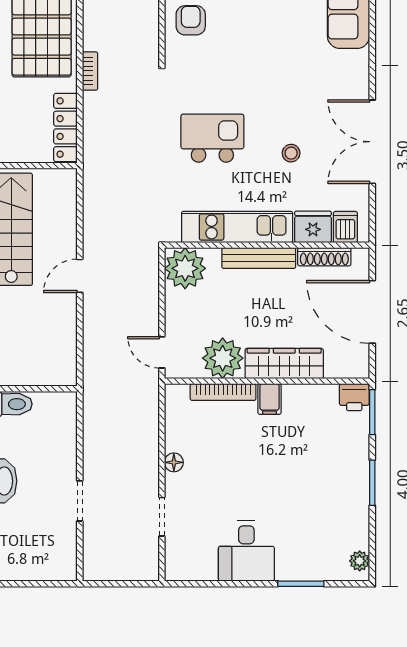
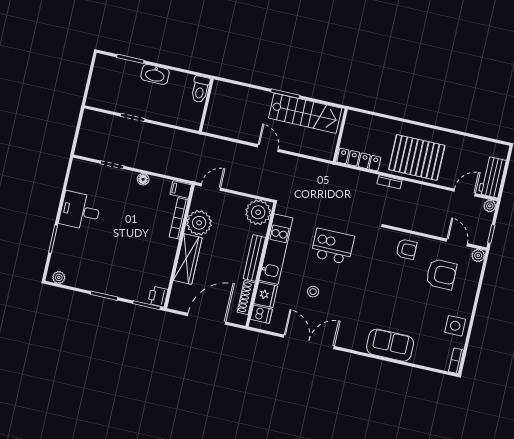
kitchen island: (212, 138) -> (333, 246), turned -90
filing cabinet: (270, 399) -> (181, 190), moved

